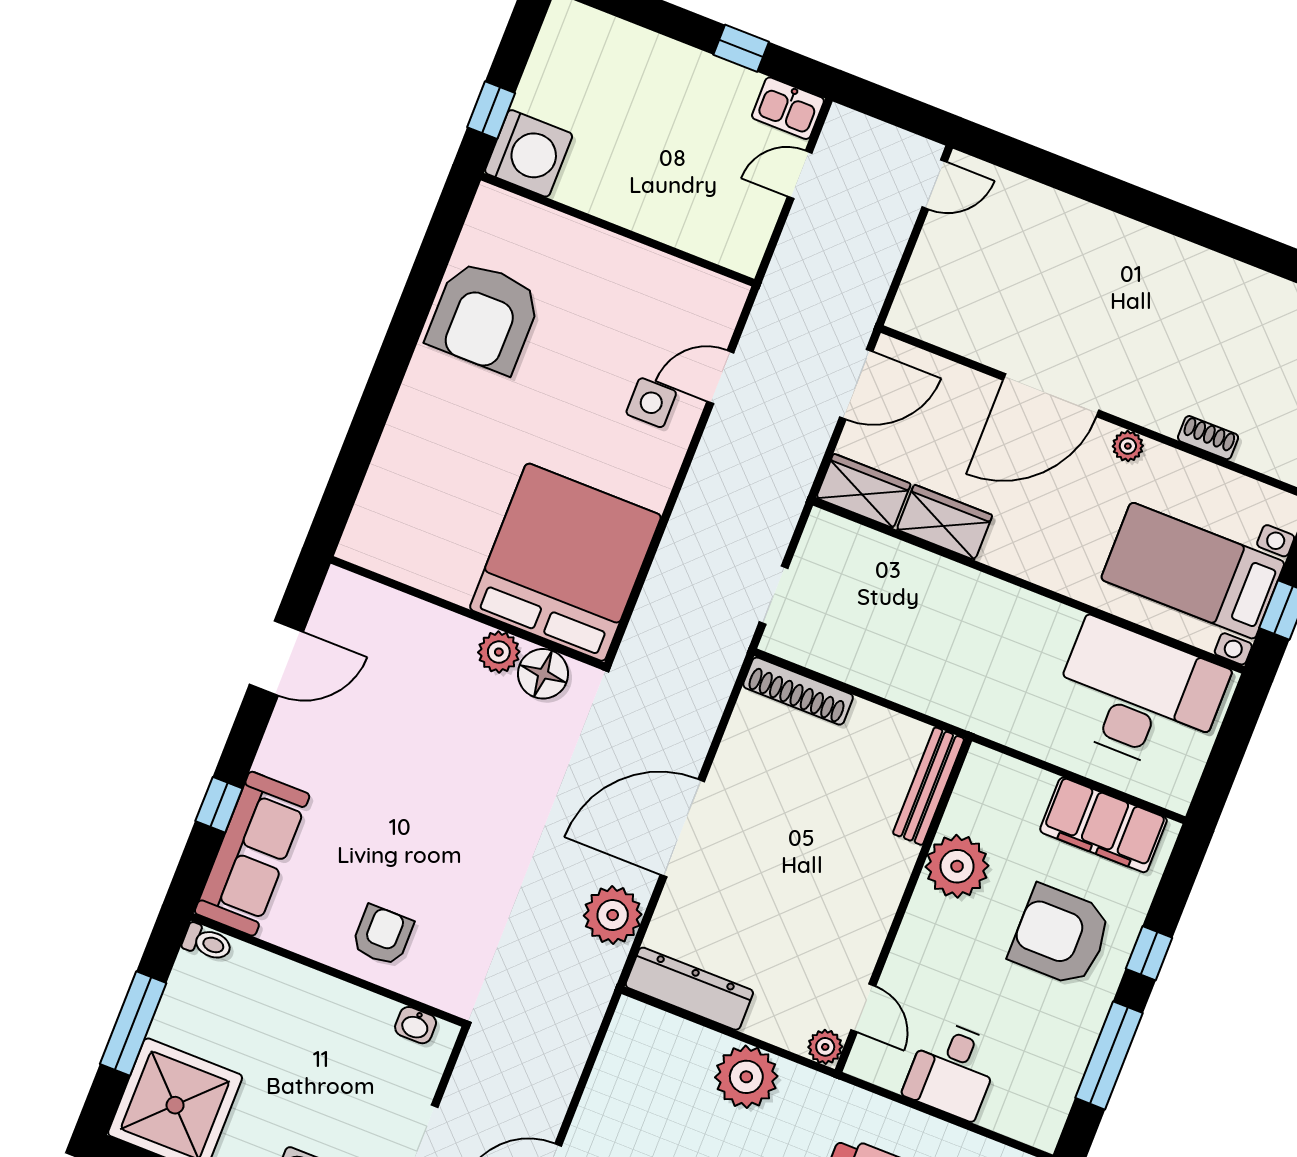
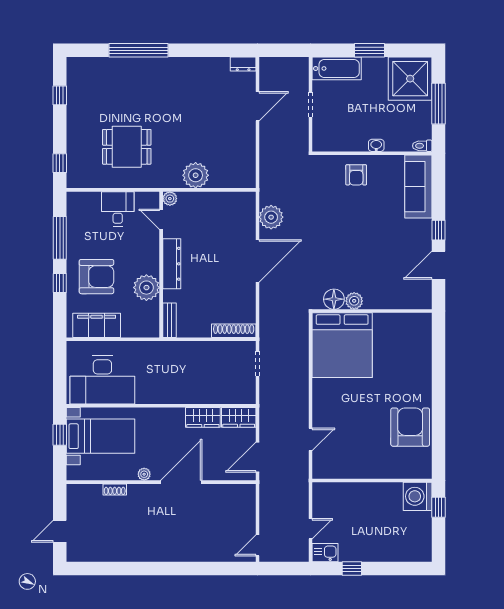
side table: (651, 403) -> (333, 419), removed
bench: (929, 786) -> (169, 320), width x0.73
window: (219, 805) -> (438, 230), moved
dresser: (689, 989) -> (172, 264), moved, turned -90
washbasin: (416, 1025) -> (376, 145), moved

